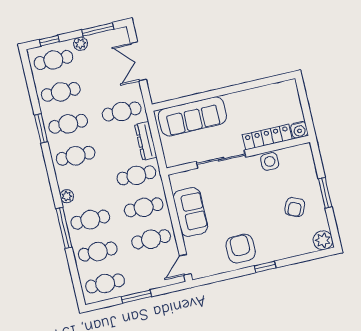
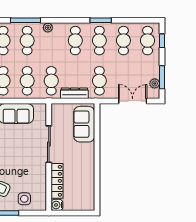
plant: (81, 44) -> (155, 83), moved
sofa: (192, 116) -> (84, 124), width x0.73
side table: (270, 161) -> (24, 199), moved

